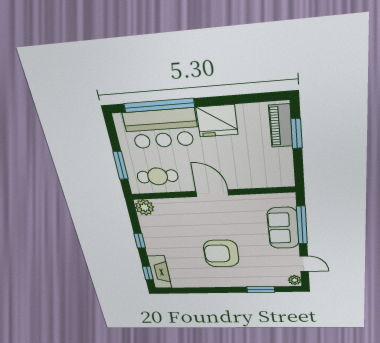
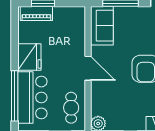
door: (212, 193) -> (88, 68), swing flipped
sofa: (283, 228) -> (102, 26), moved, turned -90

